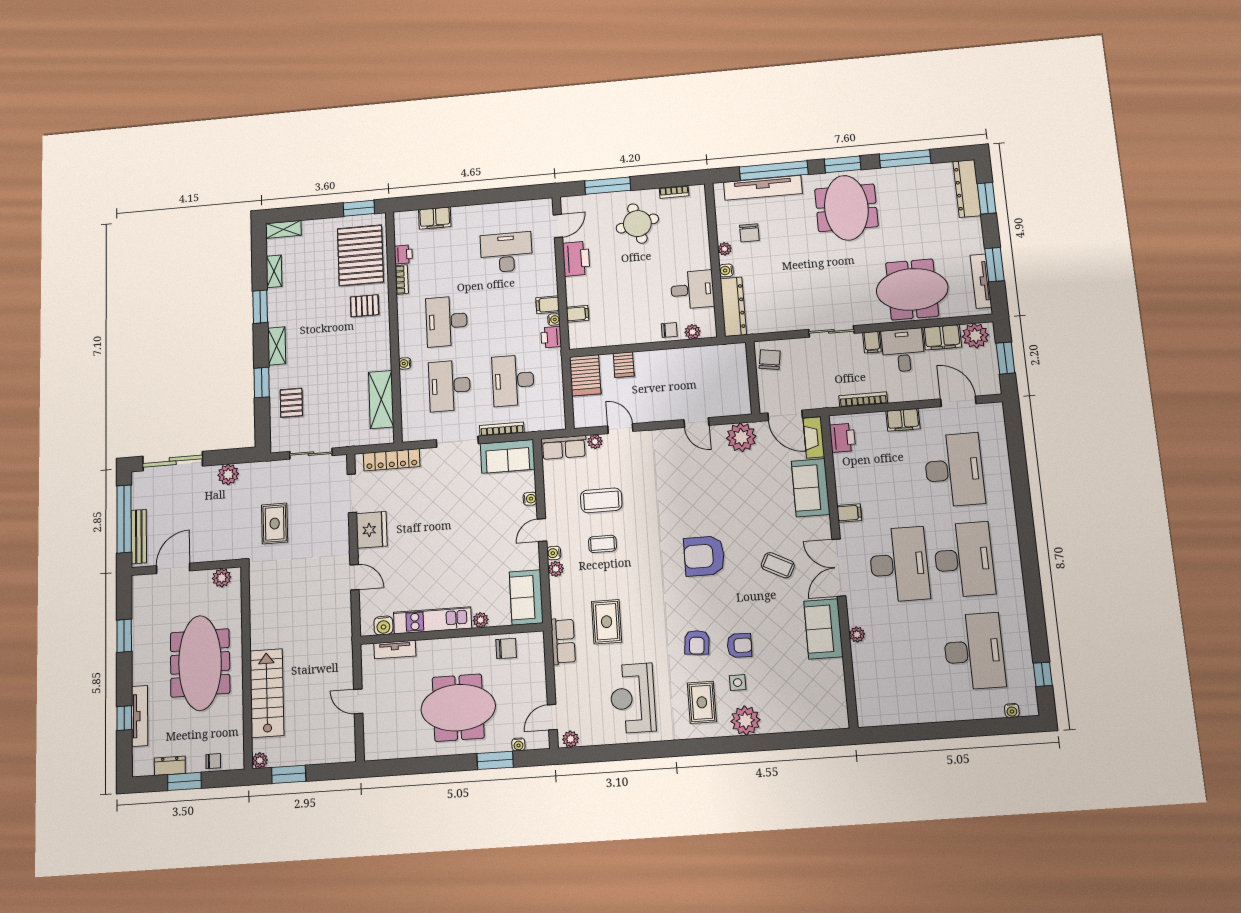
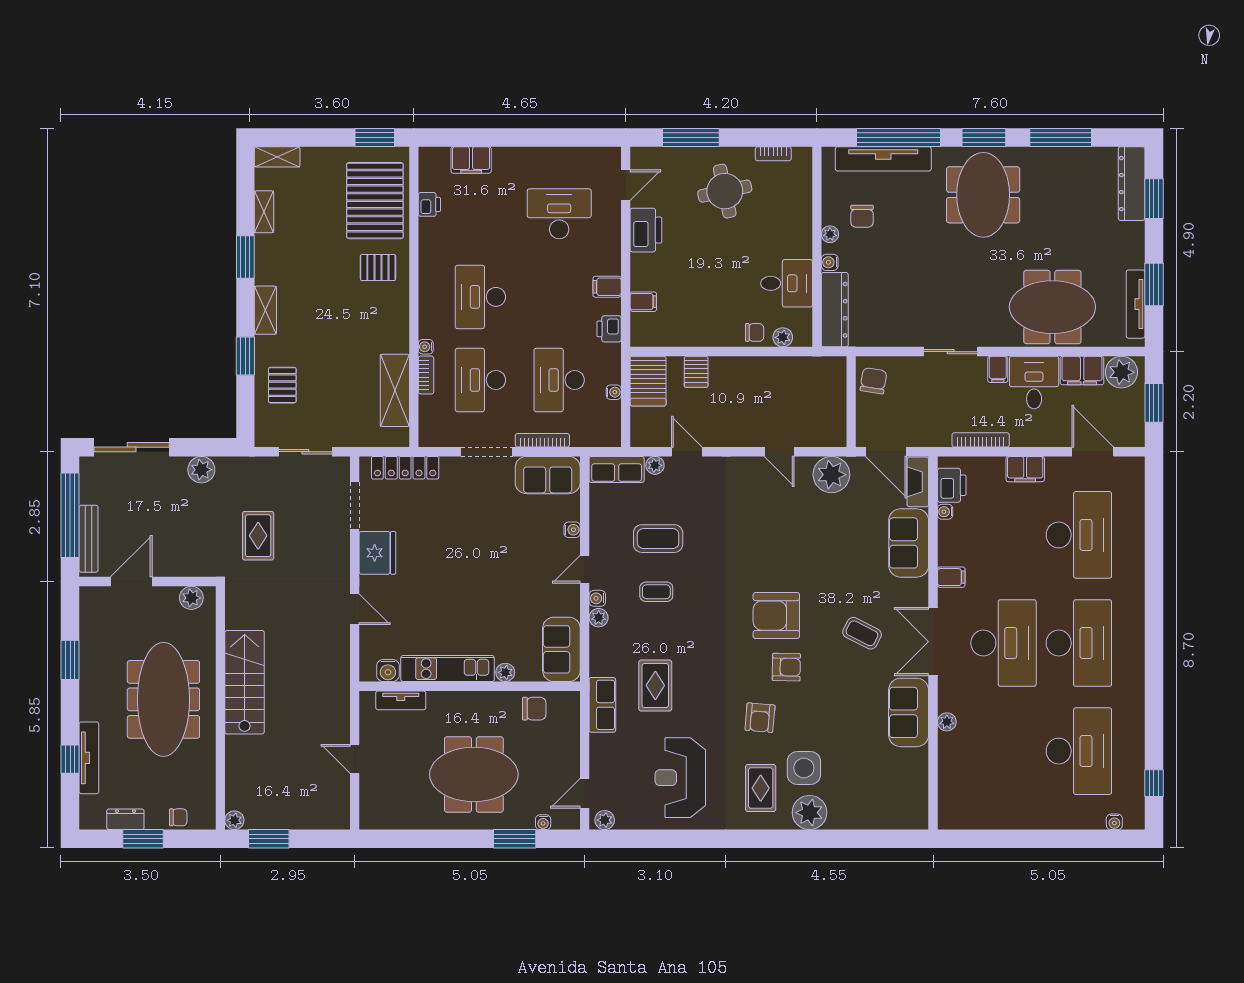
bookcase: (402, 280) -> (426, 375), moved
water cooler: (554, 319) -> (614, 392), moved
water cooler: (839, 460) -> (945, 512), added
armchair: (739, 645) -> (786, 667), moved
side table: (738, 683) -> (804, 768), width x1.87, depth x1.87
stairs: (267, 693) -> (245, 682), moved

